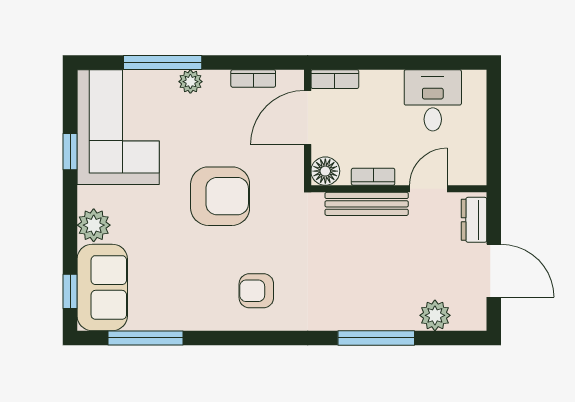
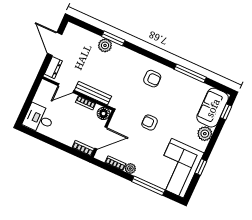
plant: (190, 82) -> (130, 168), moved
desk: (433, 100) -> (39, 119), moved, turned 90
armchair: (220, 196) -> (150, 123), width x0.53, depth x0.53
plant: (435, 315) -> (105, 45), moved
window: (145, 338) -> (190, 73), moved
window: (376, 338) -> (113, 38), width x0.69

